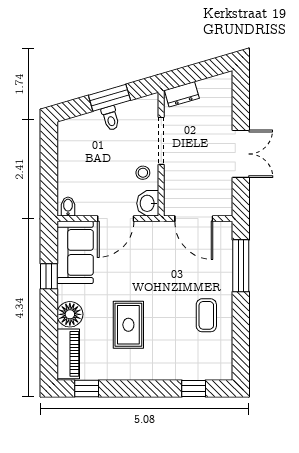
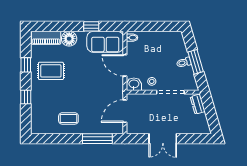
rug: (128, 325) -> (51, 71), moved
window: (87, 388) -> (26, 65), moved
window: (194, 388) -> (26, 97), moved

